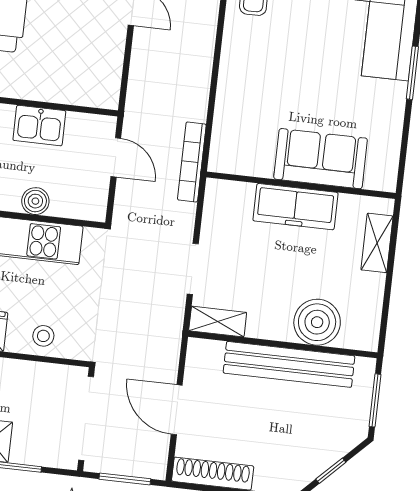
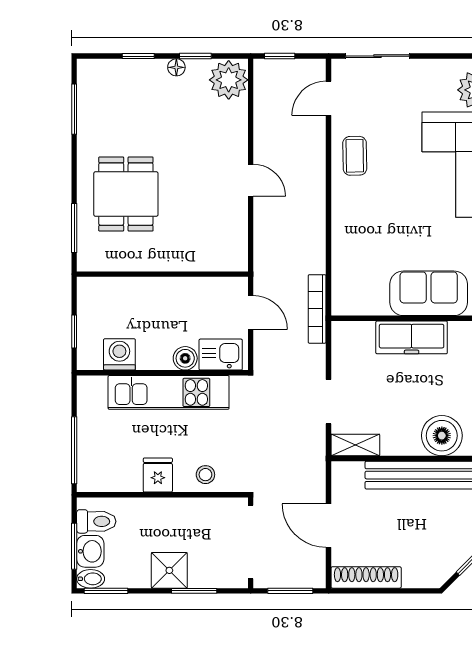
kitchen sink: (39, 126) -> (221, 355), moved, turned 180

